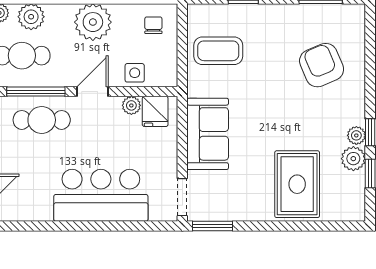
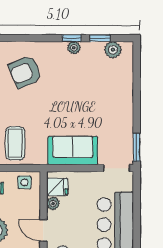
side table: (135, 73) -> (24, 182), moved
plant: (353, 159) -> (113, 50), moved
rug: (297, 184) -> (108, 89), removed

